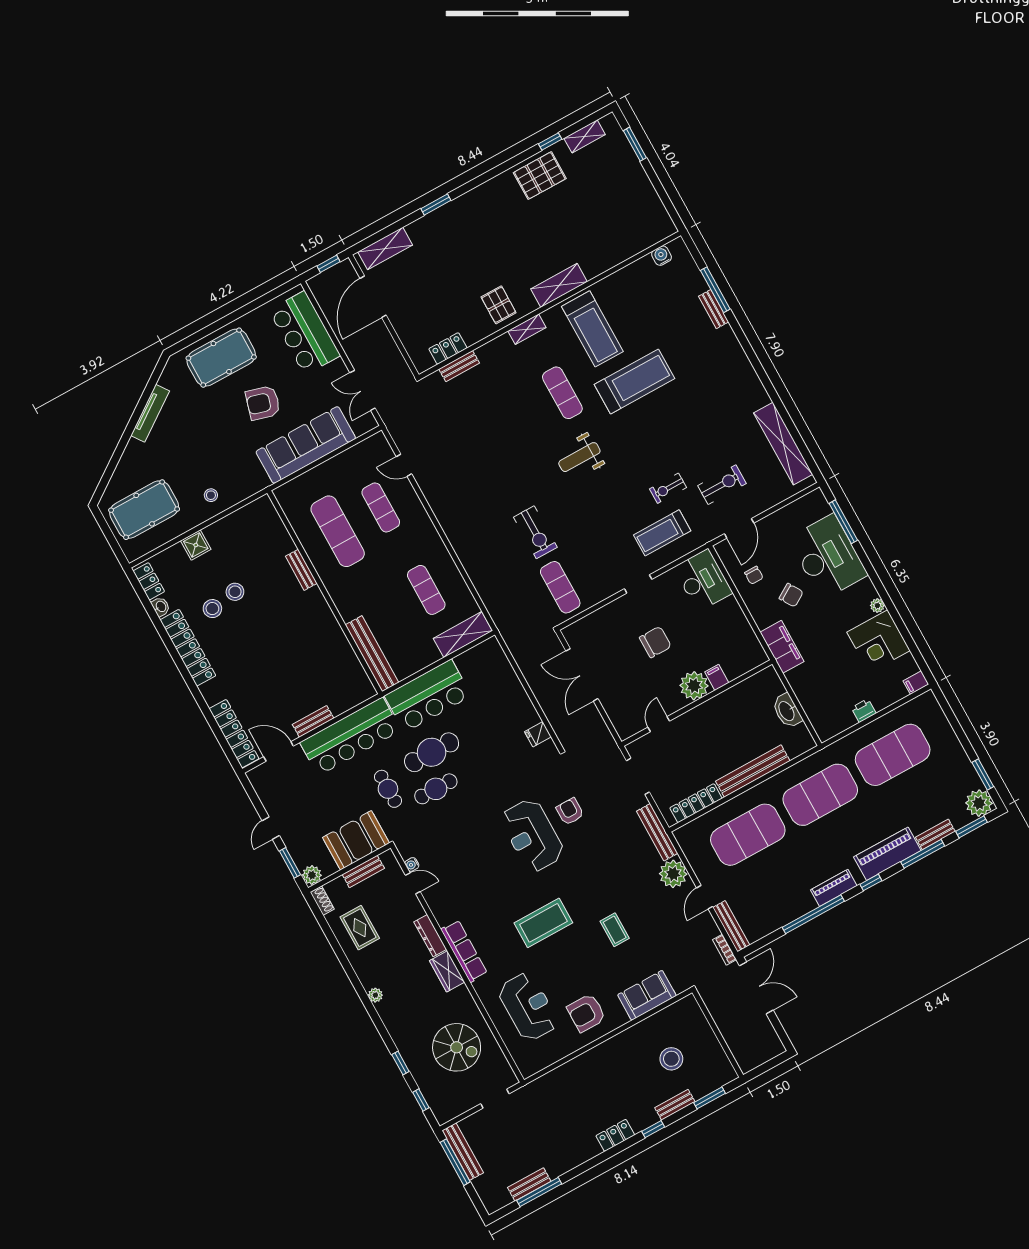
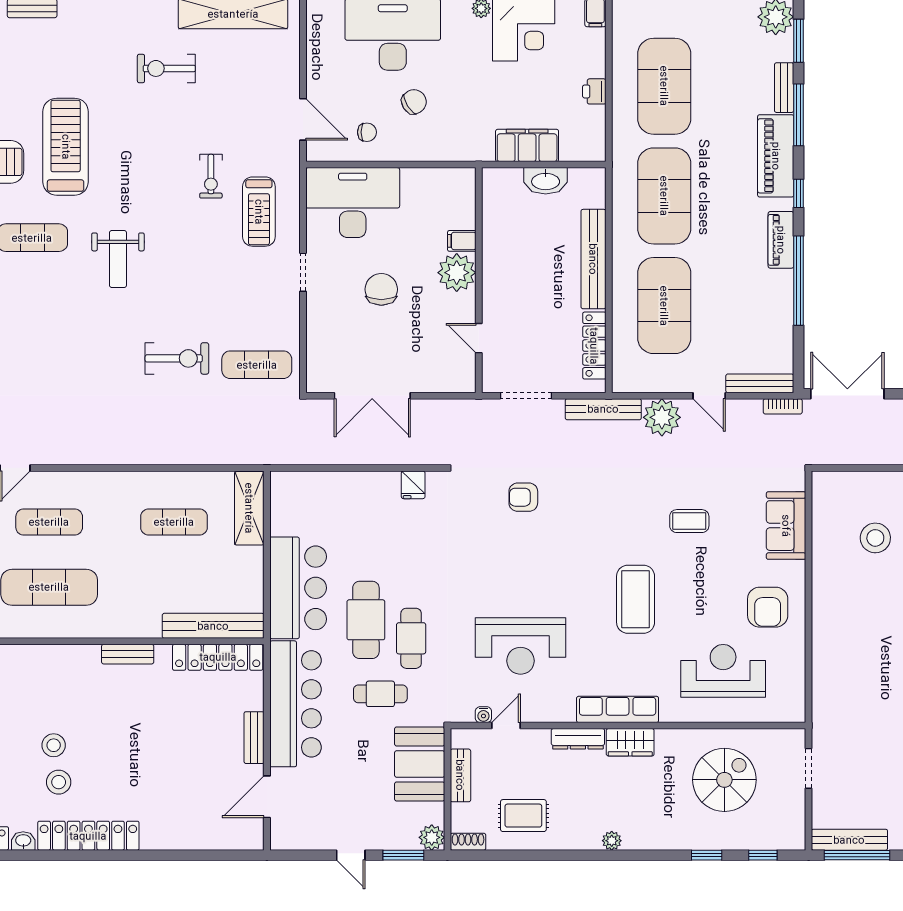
exercise bike: (722, 485) -> (166, 68), moved, turned -90
bench: (301, 570) -> (128, 654), moved
desk: (703, 580) -> (353, 203), width x1.36, depth x1.30
filing cabinet: (782, 647) -> (527, 145), moved
locker: (234, 734) -> (218, 657), moved, turned 180
reception desk: (532, 835) -> (521, 646), moved

